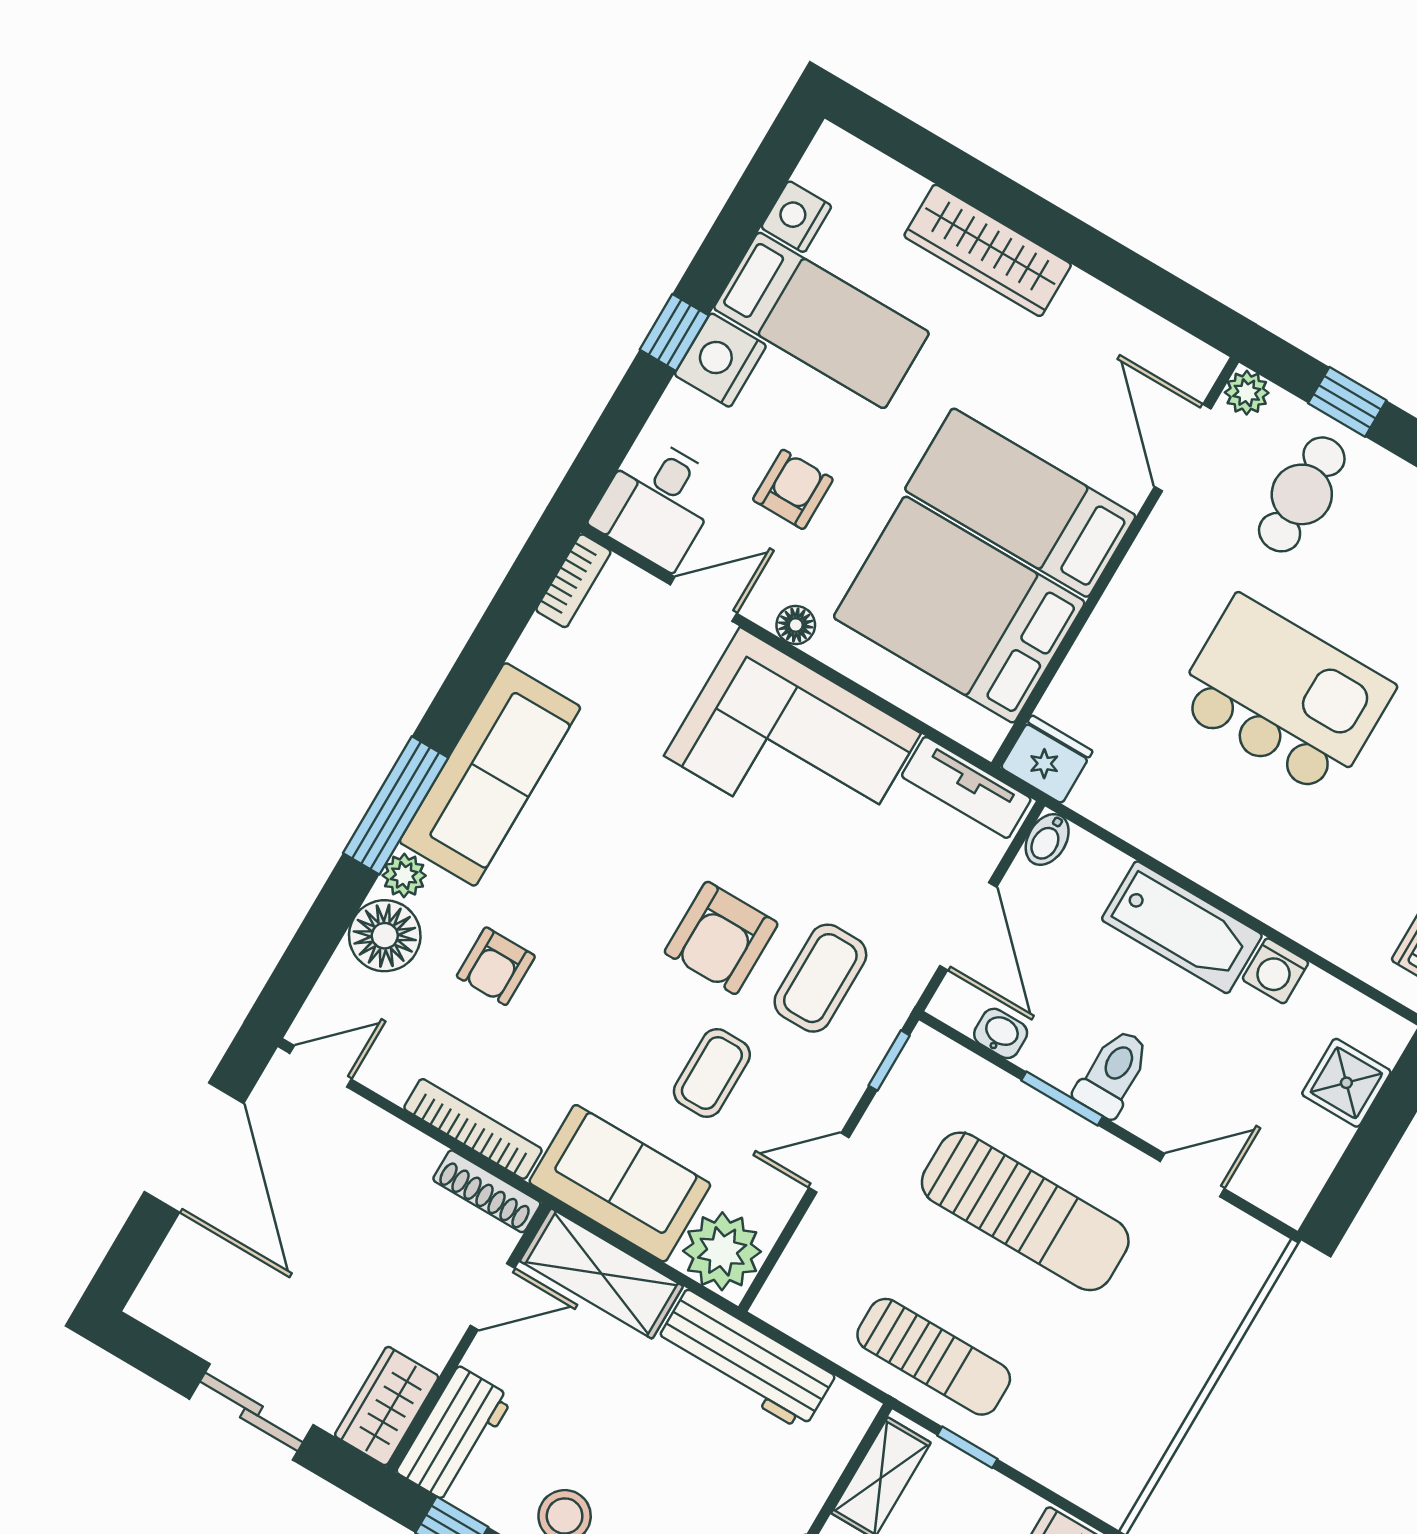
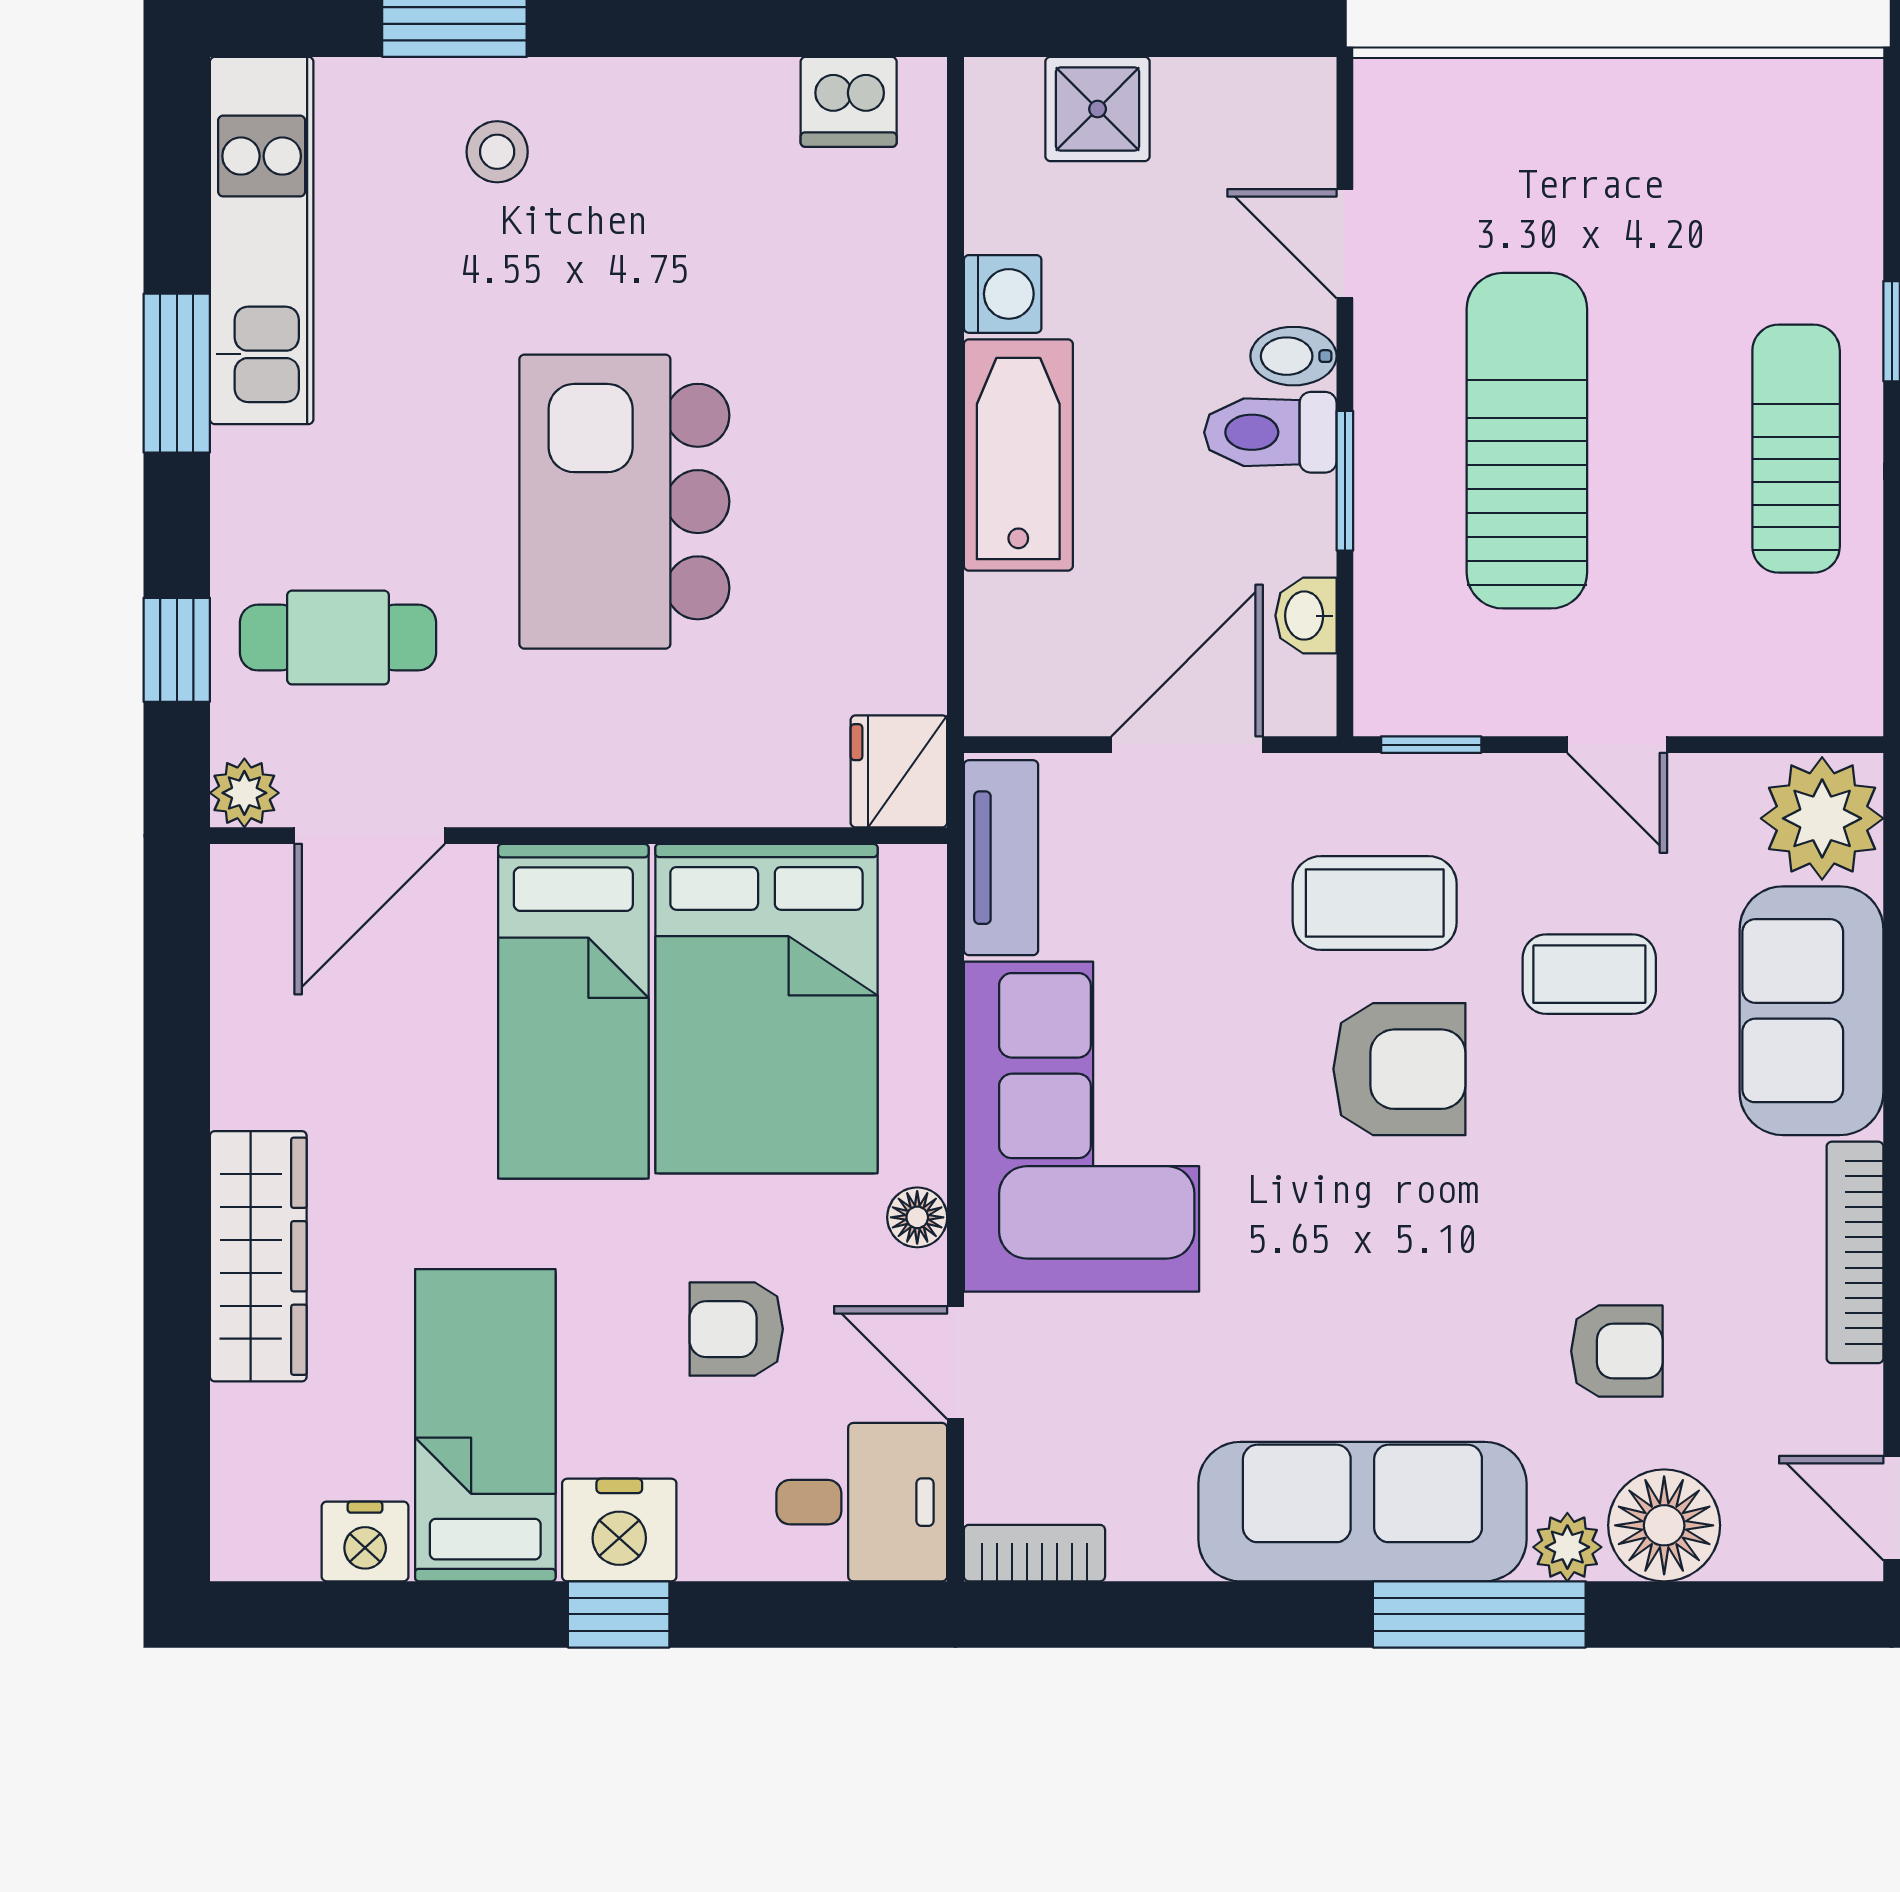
bidet: (1047, 839) -> (1294, 356), moved, turned 180

